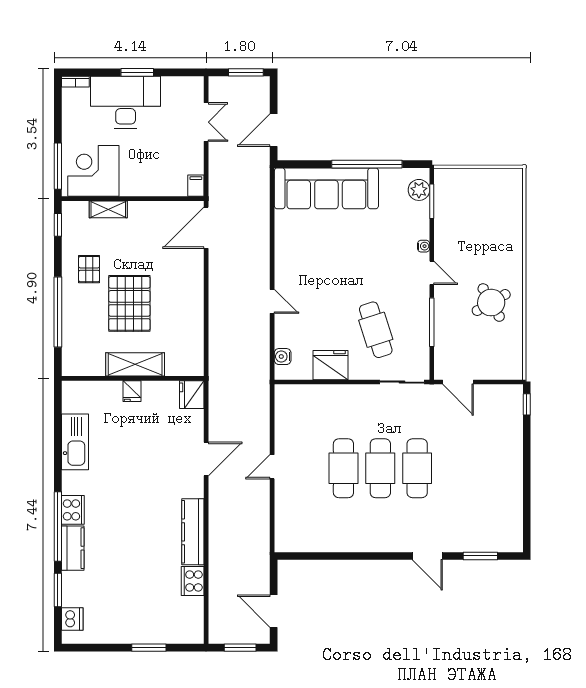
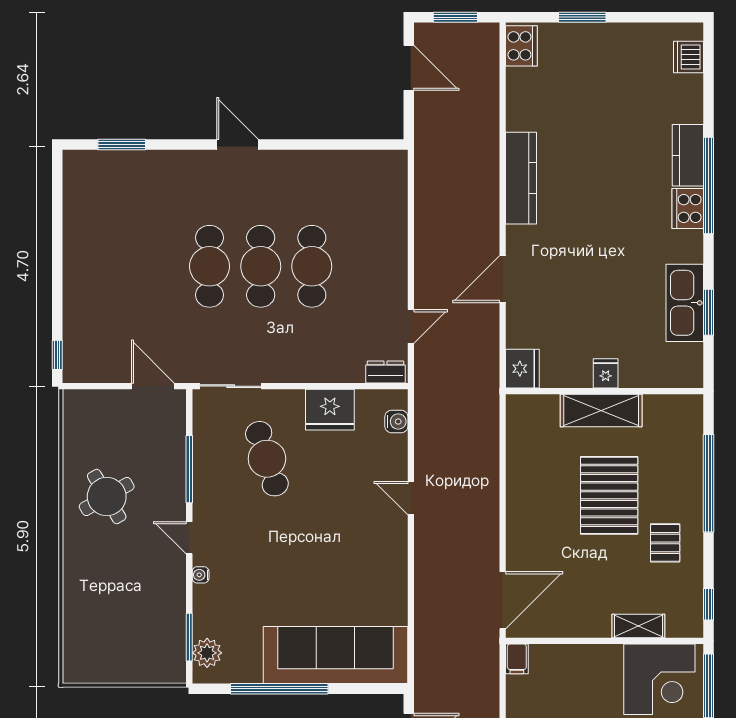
dresser: (290, 392) -> (385, 372), added
door: (272, 467) -> (411, 327), moved
door: (427, 556) -> (237, 145), moved
cooker: (193, 581) -> (521, 46), moved
window: (58, 590) -> (708, 312), moved

